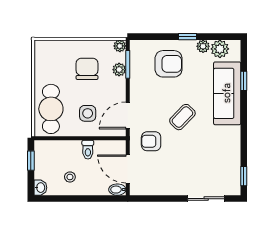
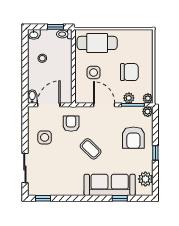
plant: (203, 46) -> (148, 112), moved
door: (128, 116) -> (104, 105), moved
toilet: (88, 150) -> (64, 34), moved
side table: (168, 174) -> (45, 137), added

